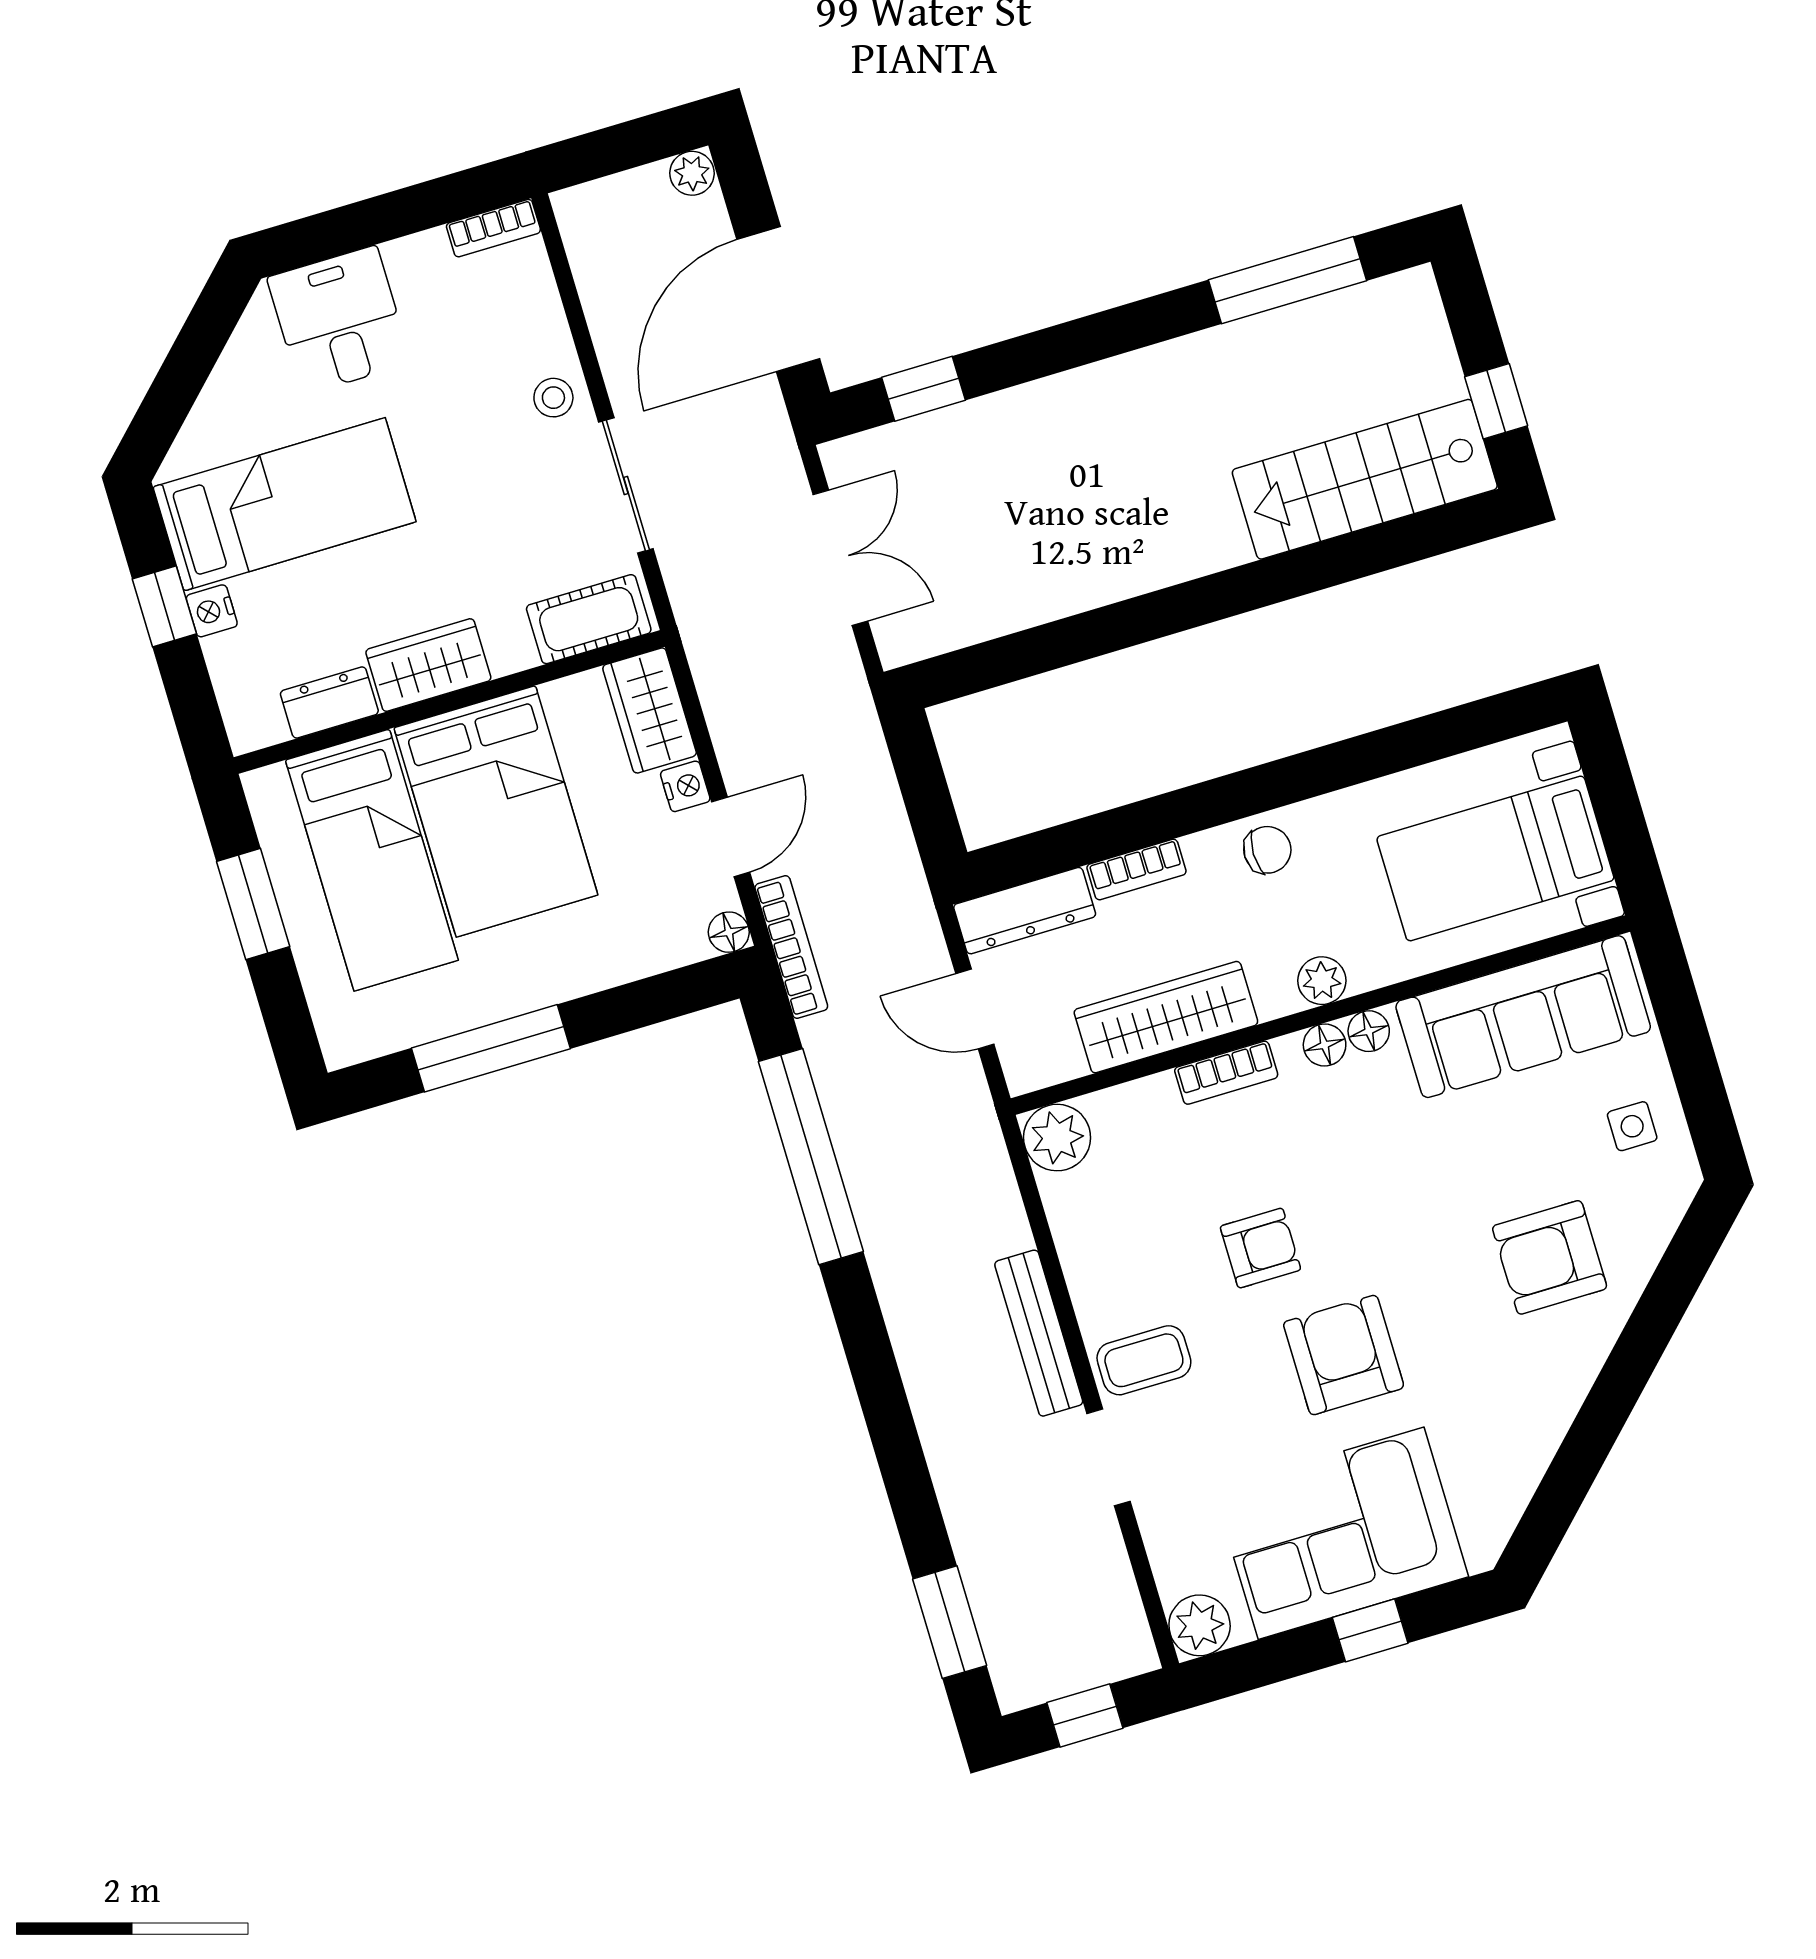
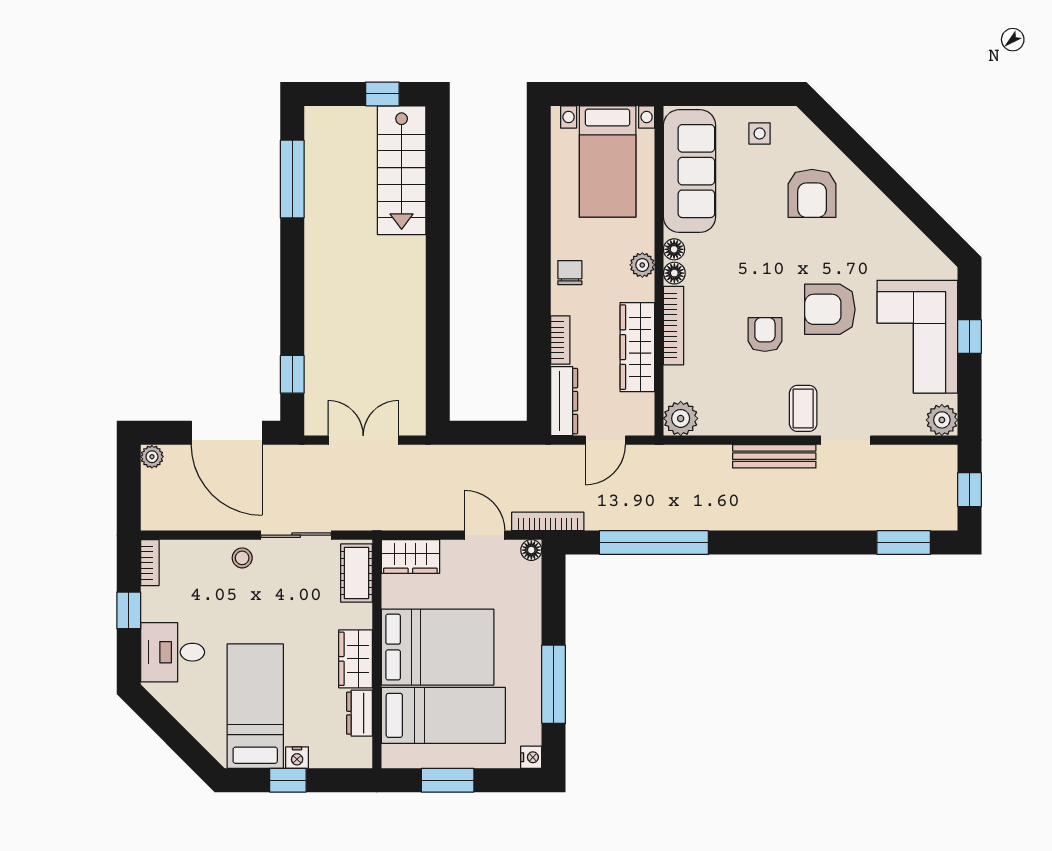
window: (393, 215) -> (129, 610), added
nightstand: (685, 786) -> (531, 757), moved, turned 90
bookcase: (1226, 1073) -> (674, 326), width x1.56

